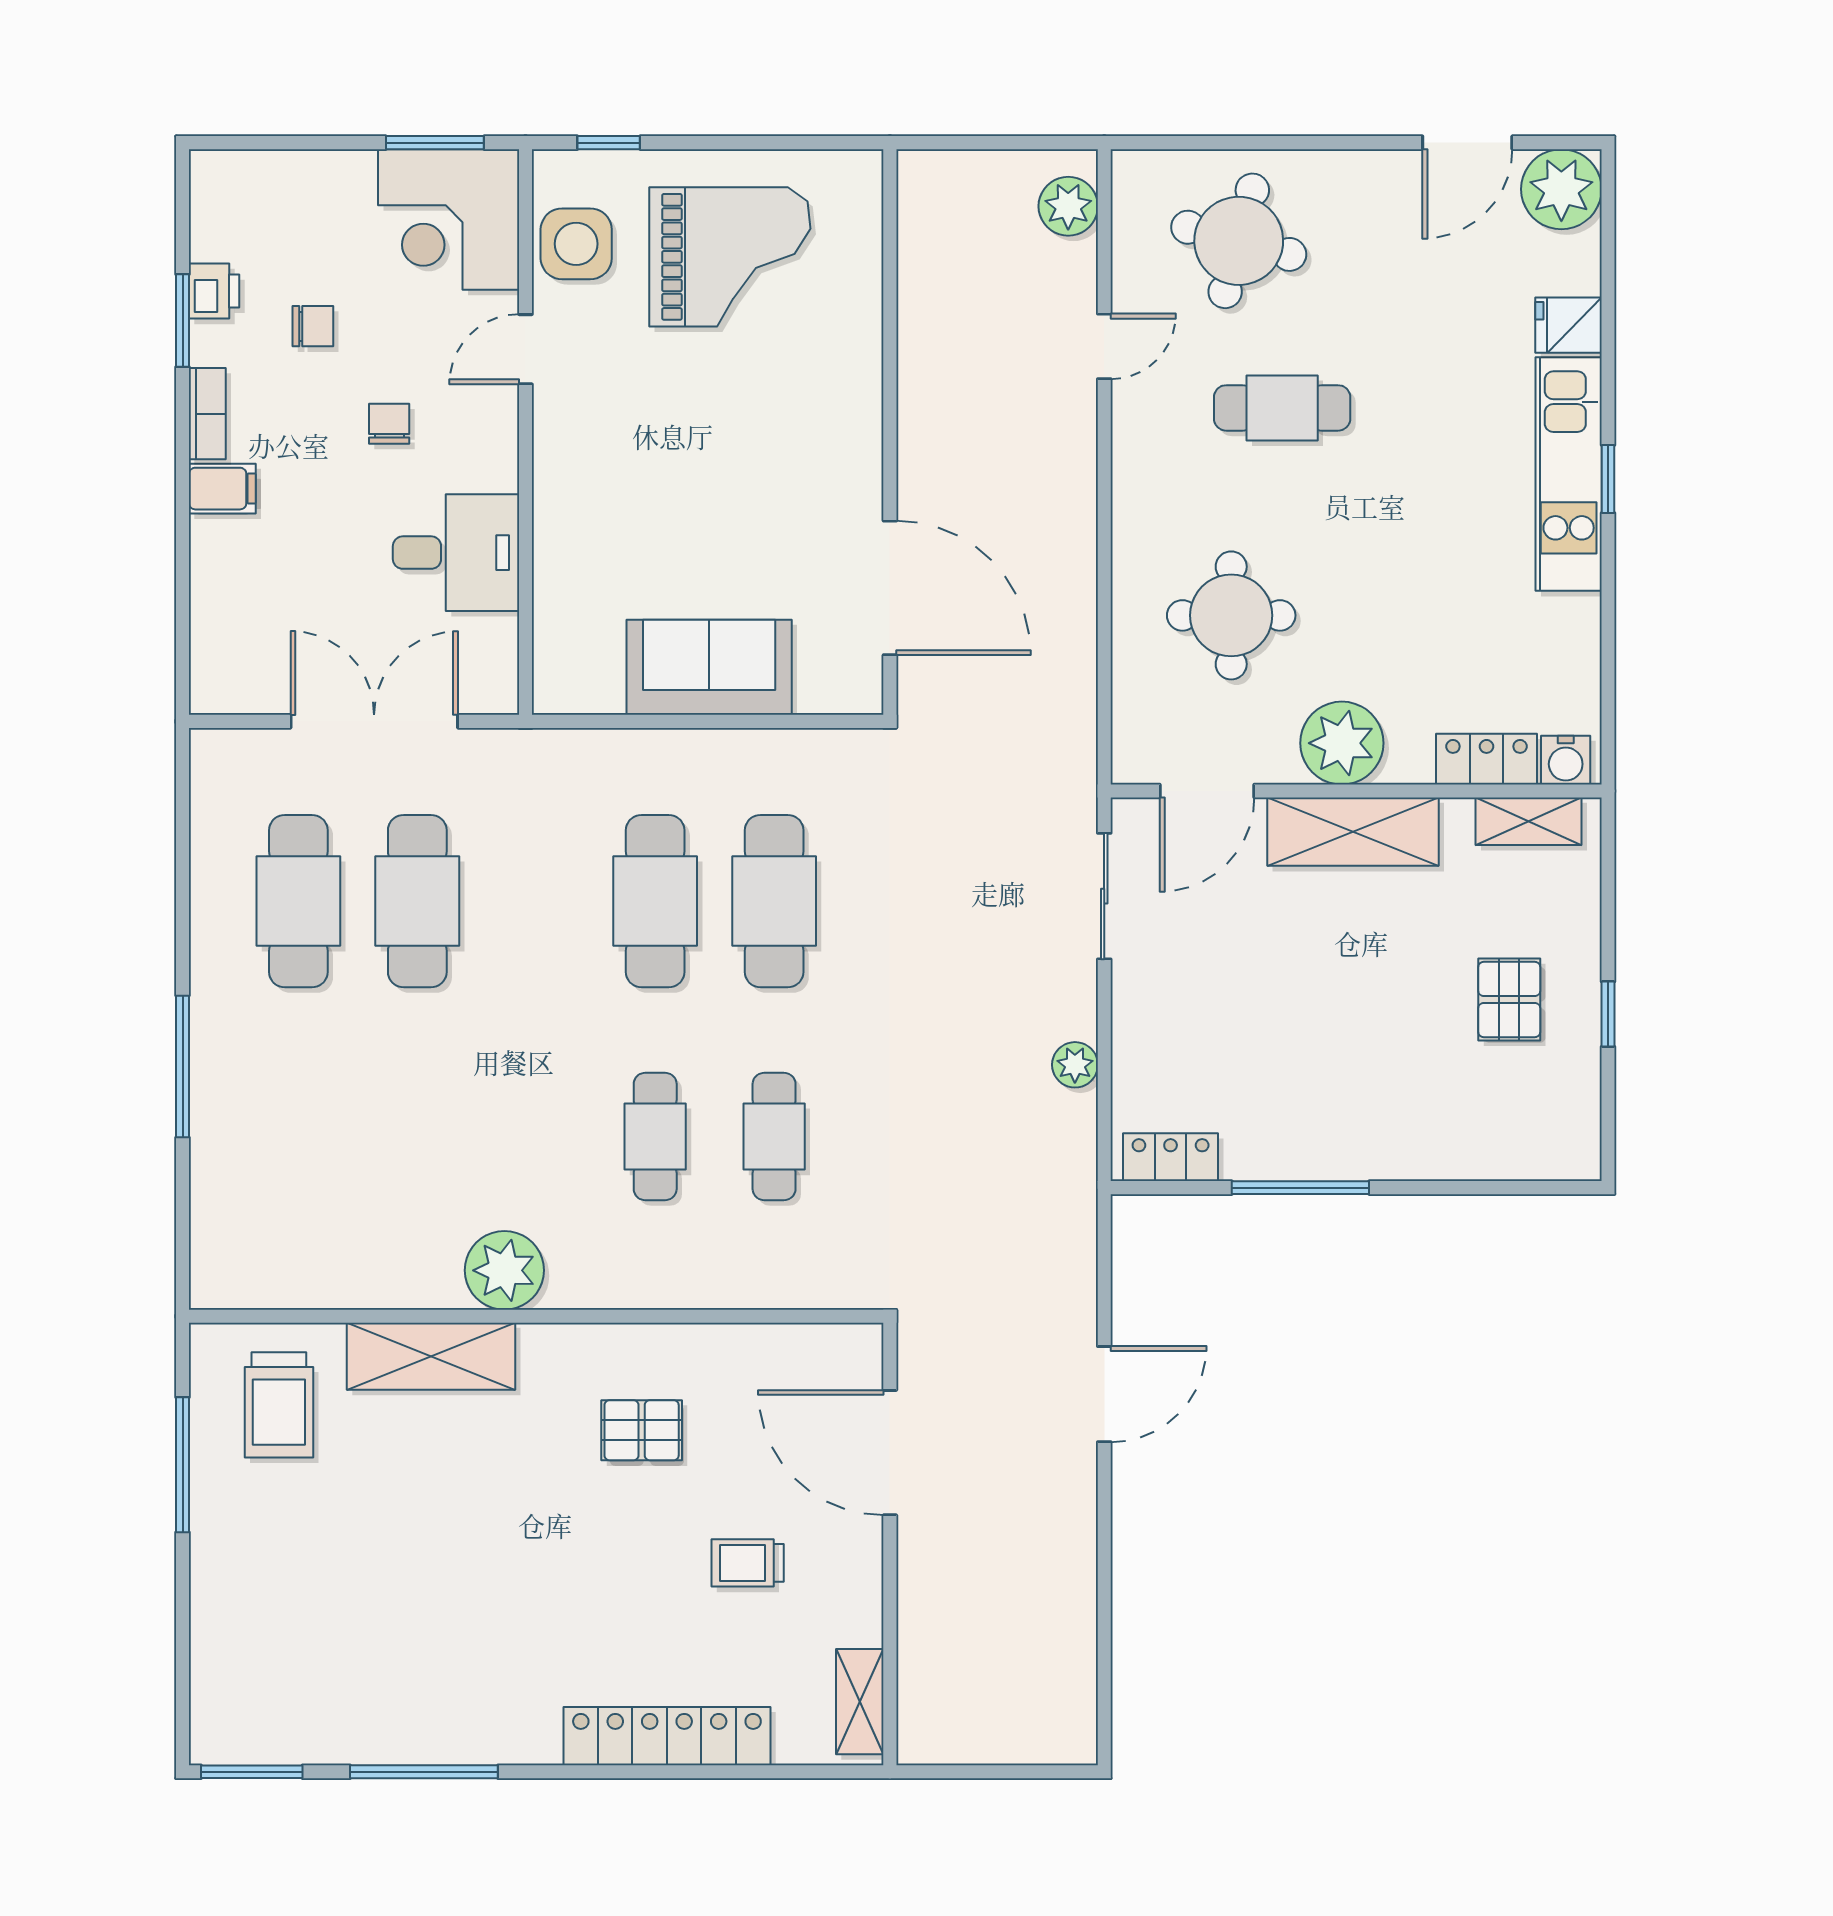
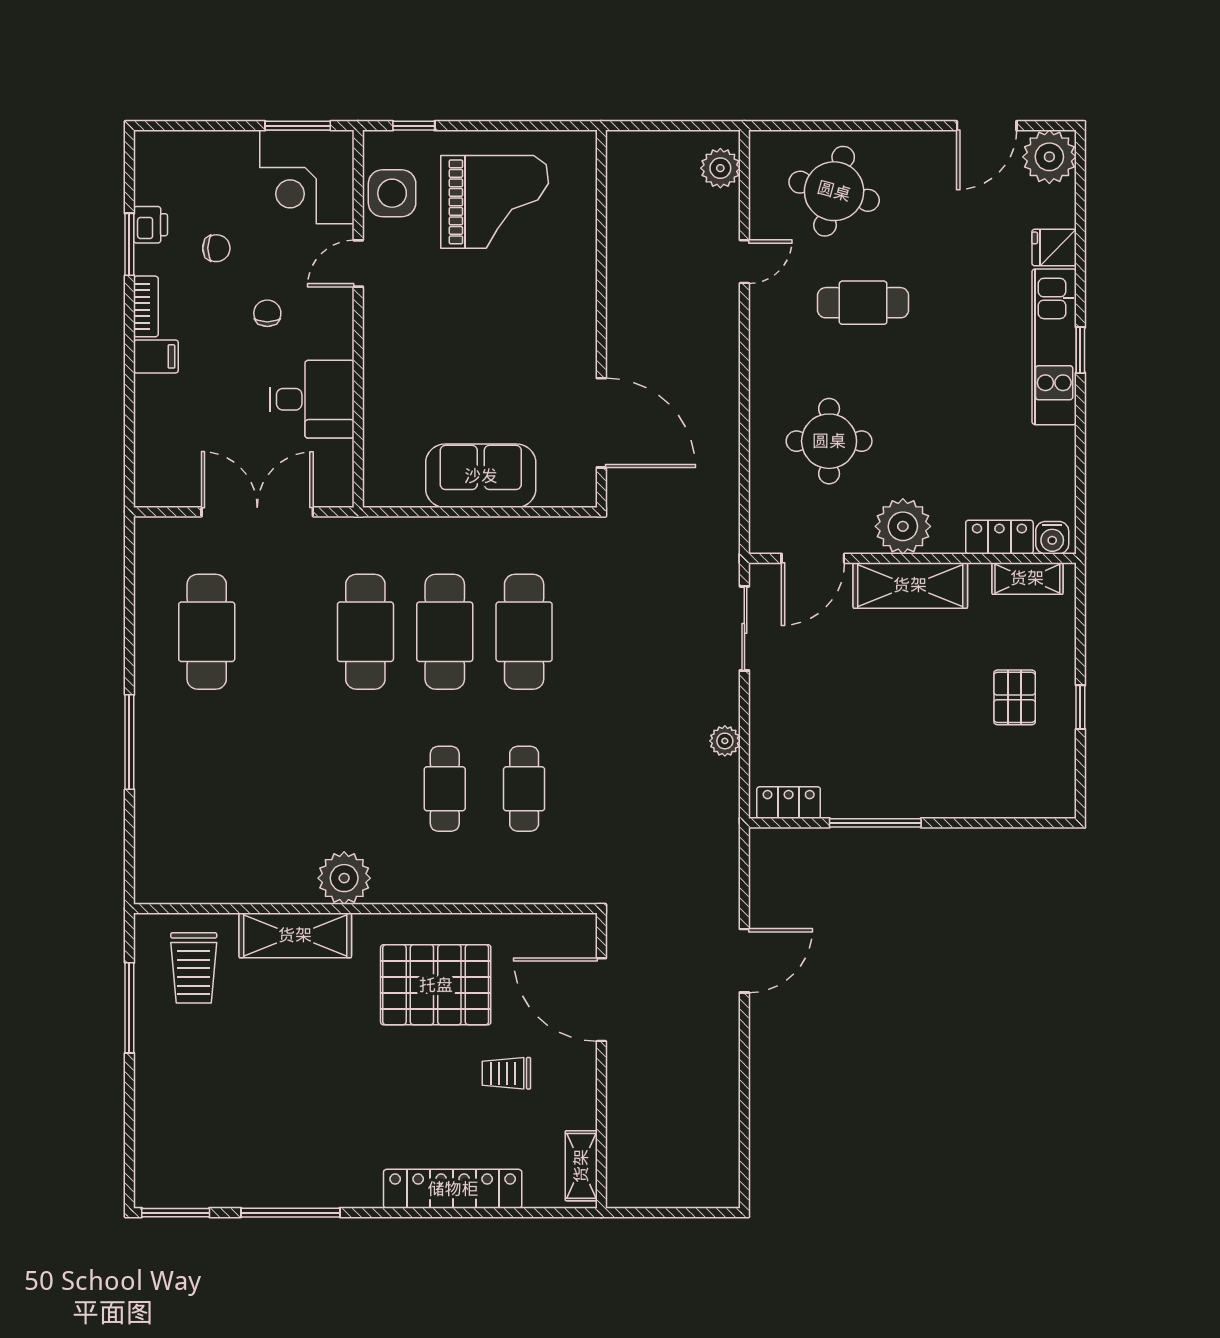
cafe table: (417, 901) -> (365, 632), moved
pallet: (642, 1430) -> (436, 985), width x2.05, depth x2.00

